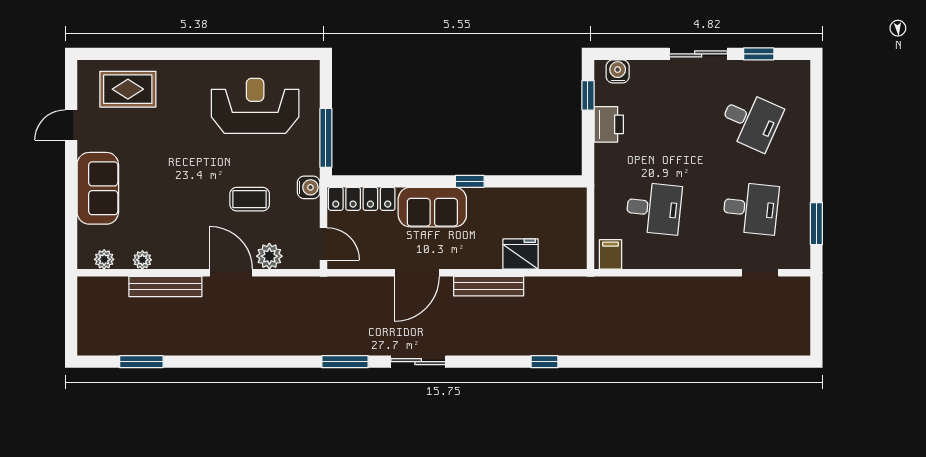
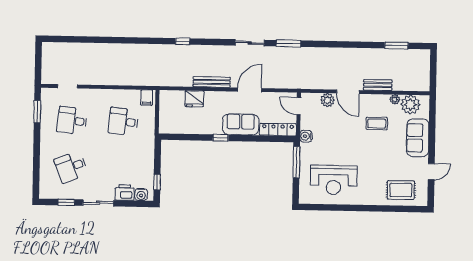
desk: (751, 121) -> (71, 167), turned -45
printer: (609, 124) -> (125, 192), moved, turned 90
coffee table: (250, 199) -> (377, 123), moved
plant: (104, 259) -> (410, 105), width x1.88, depth x1.88
bench: (165, 287) -> (378, 85), width x0.73

